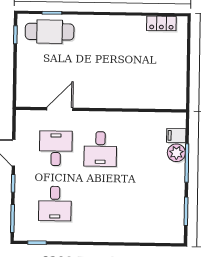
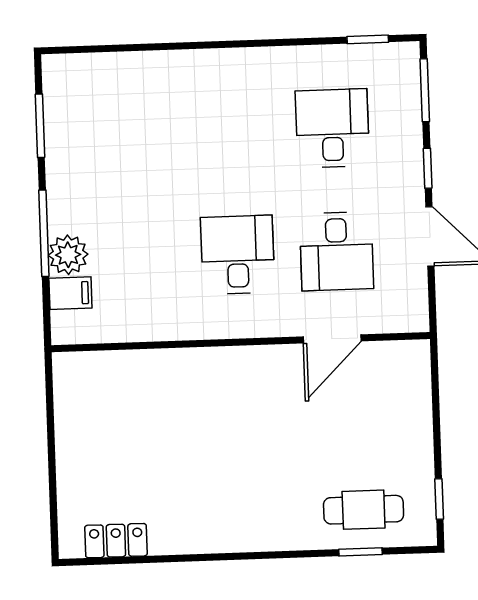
cafe table: (50, 32) -> (364, 510), width x0.73, depth x0.74

